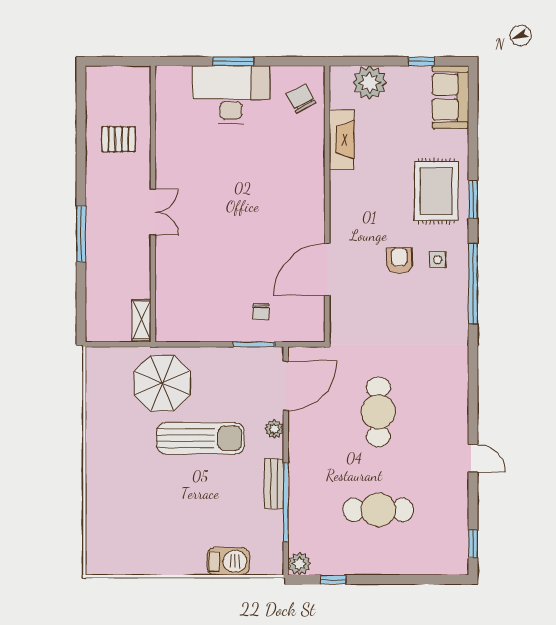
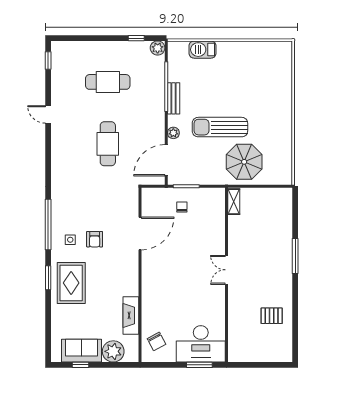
sofa: (451, 97) -> (82, 351), moved, turned -90
wall: (153, 204) -> (227, 275), moved
double door: (153, 212) -> (227, 270), moved
shelving: (142, 320) -> (234, 202), moved

